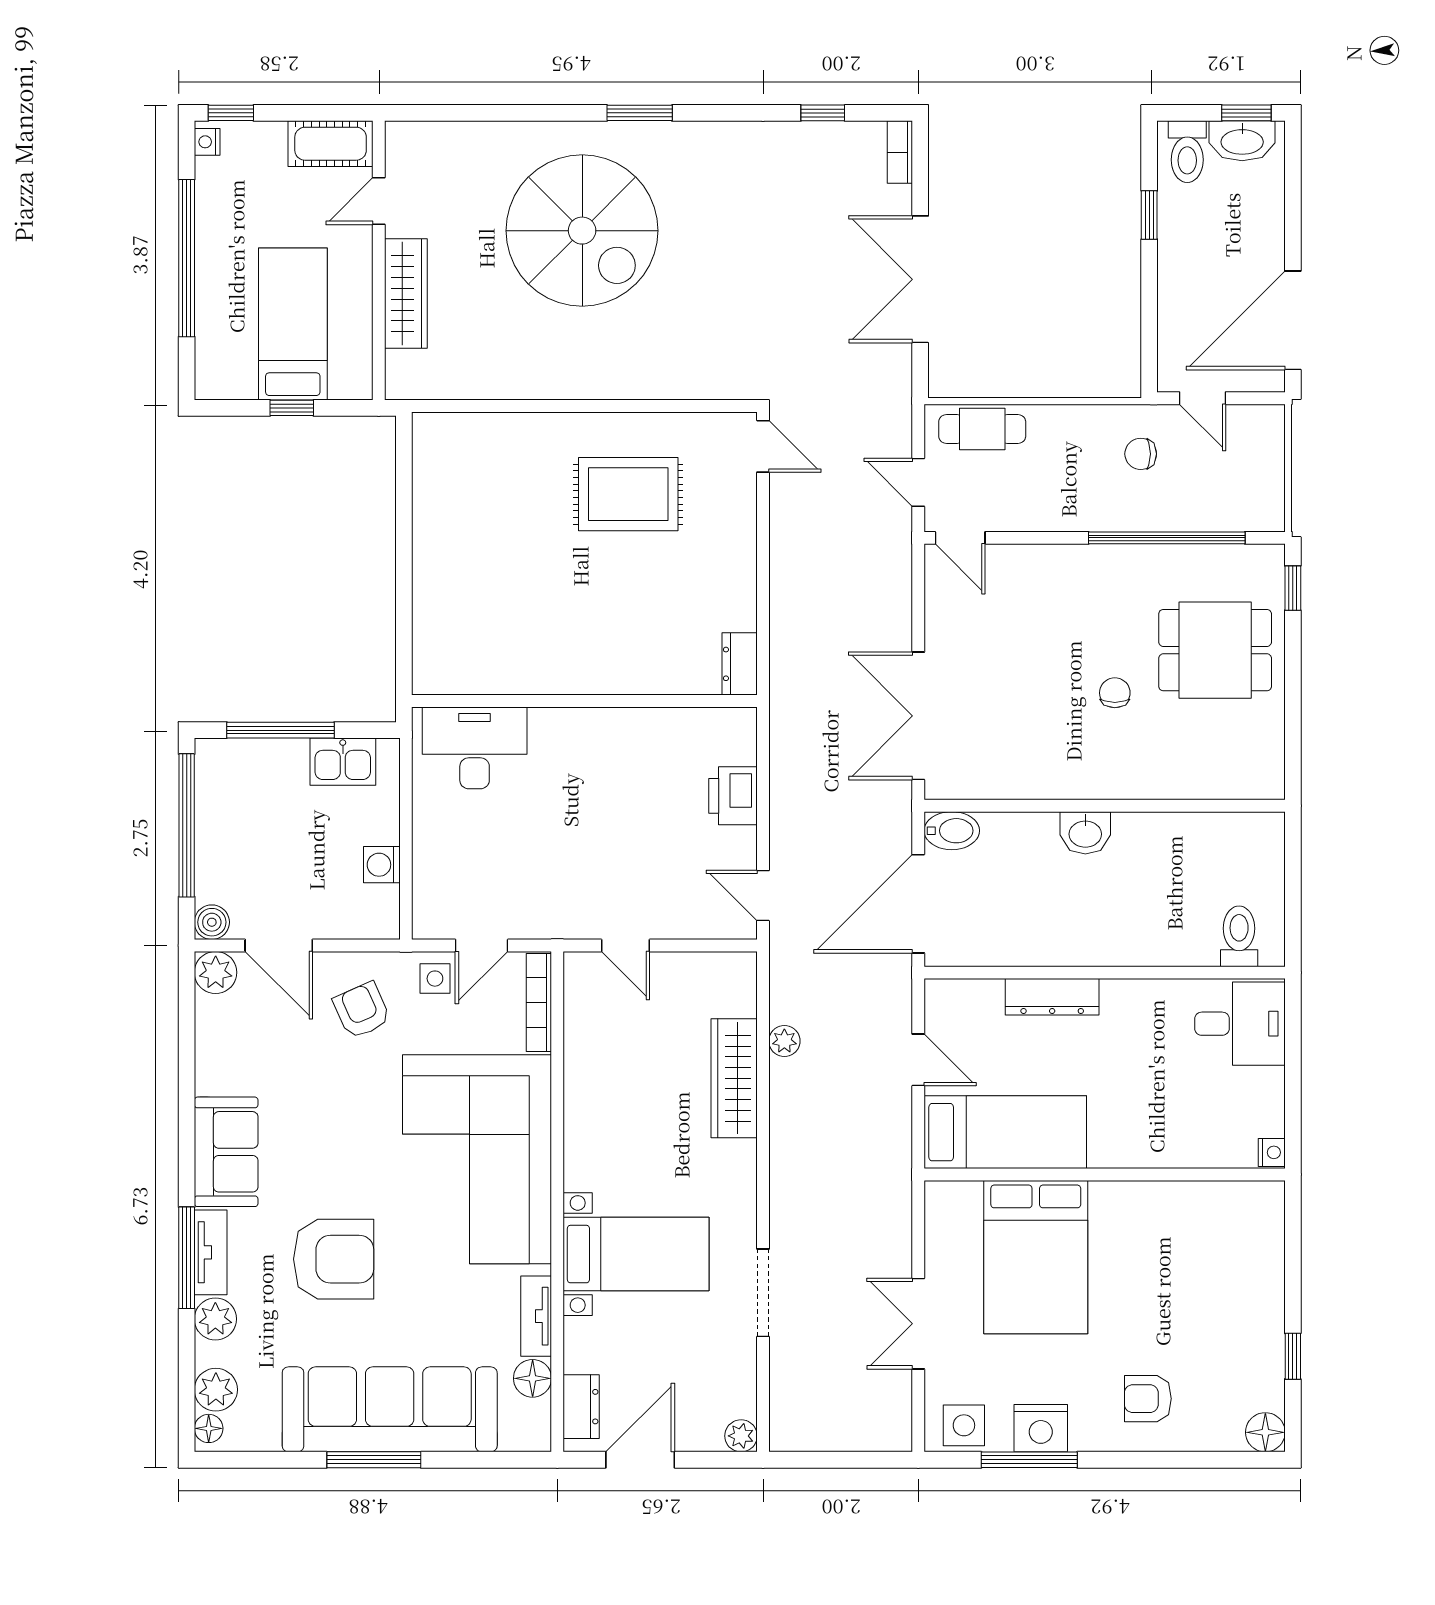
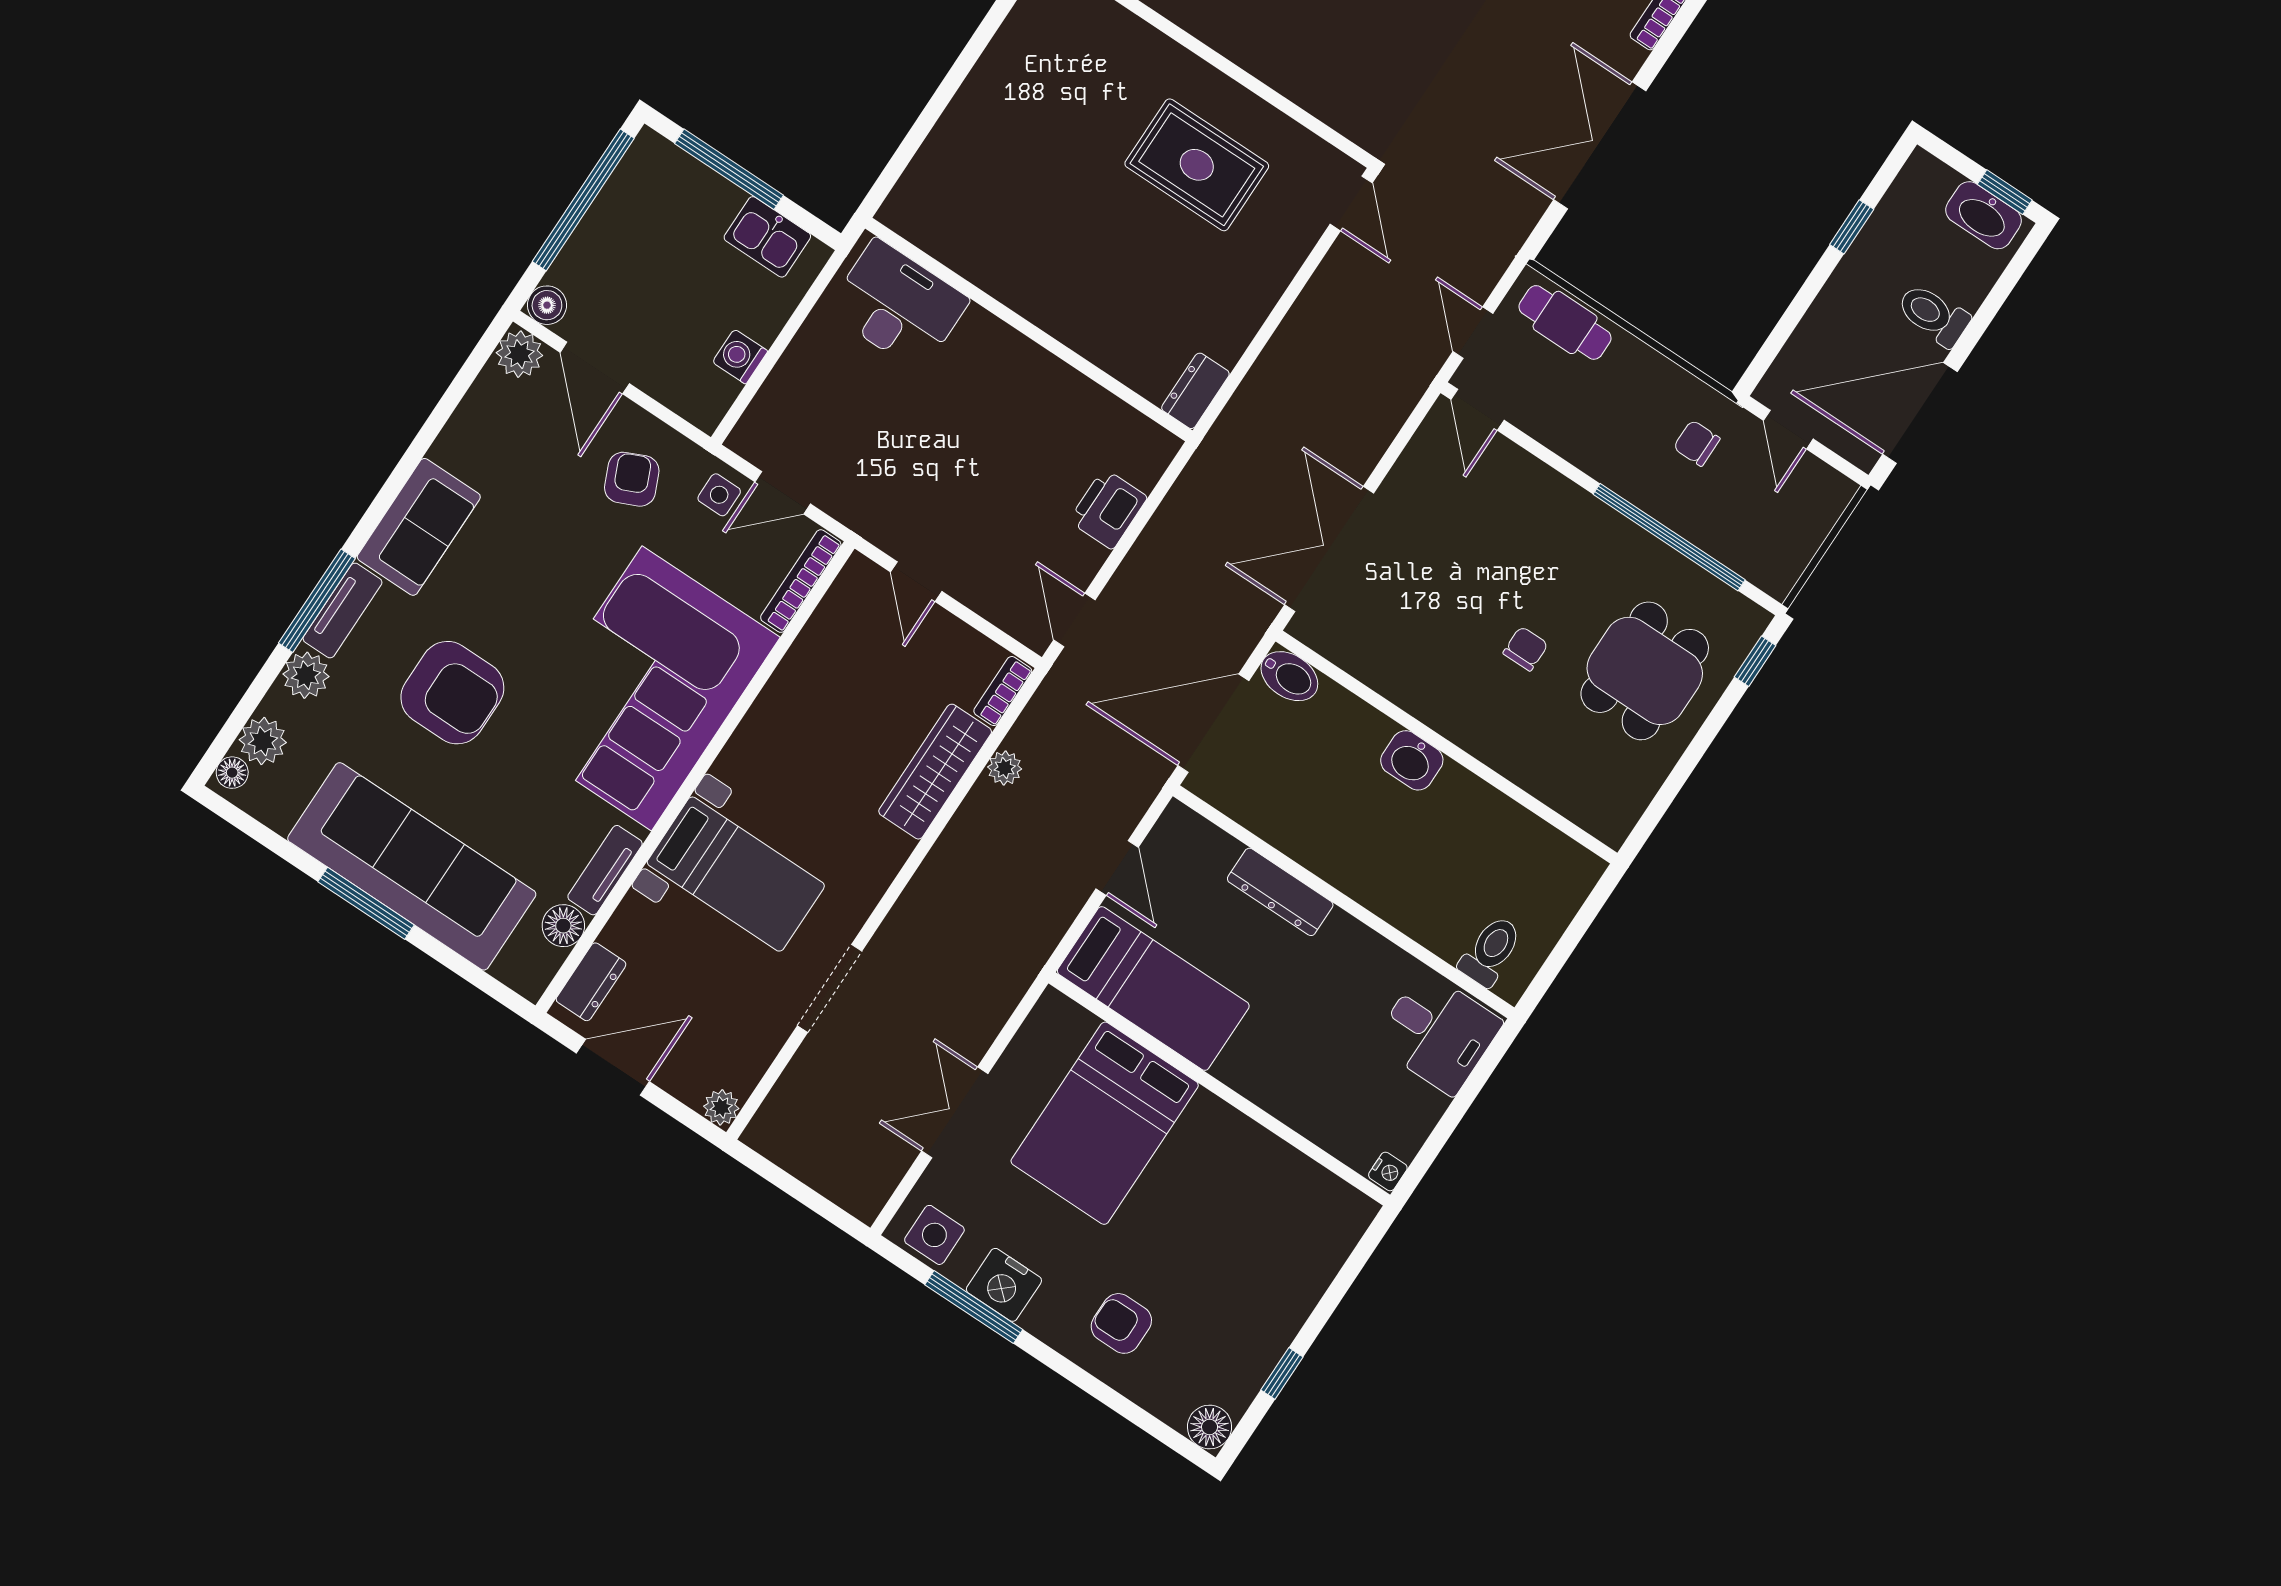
toilet: (1187, 152) -> (1933, 315), moved, turned 90
dining table: (1215, 650) -> (1645, 671), turned 90
bookcase: (745, 984) -> (1003, 691), added

